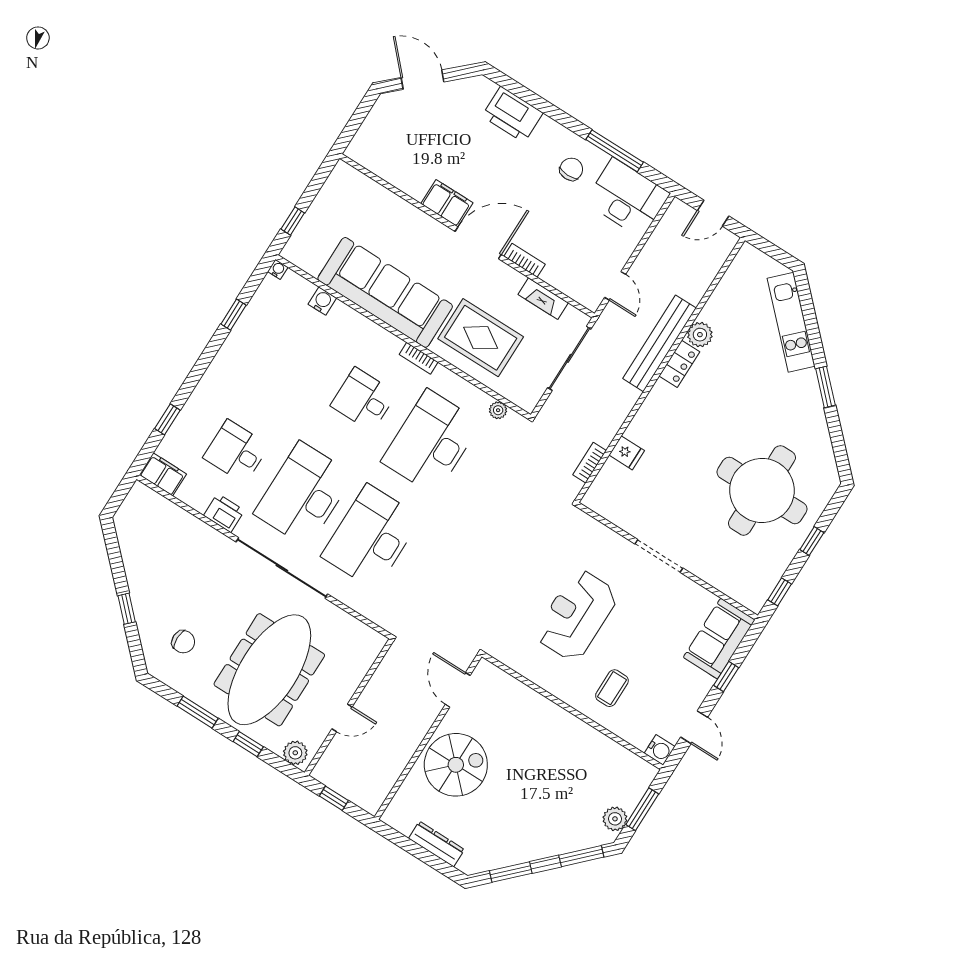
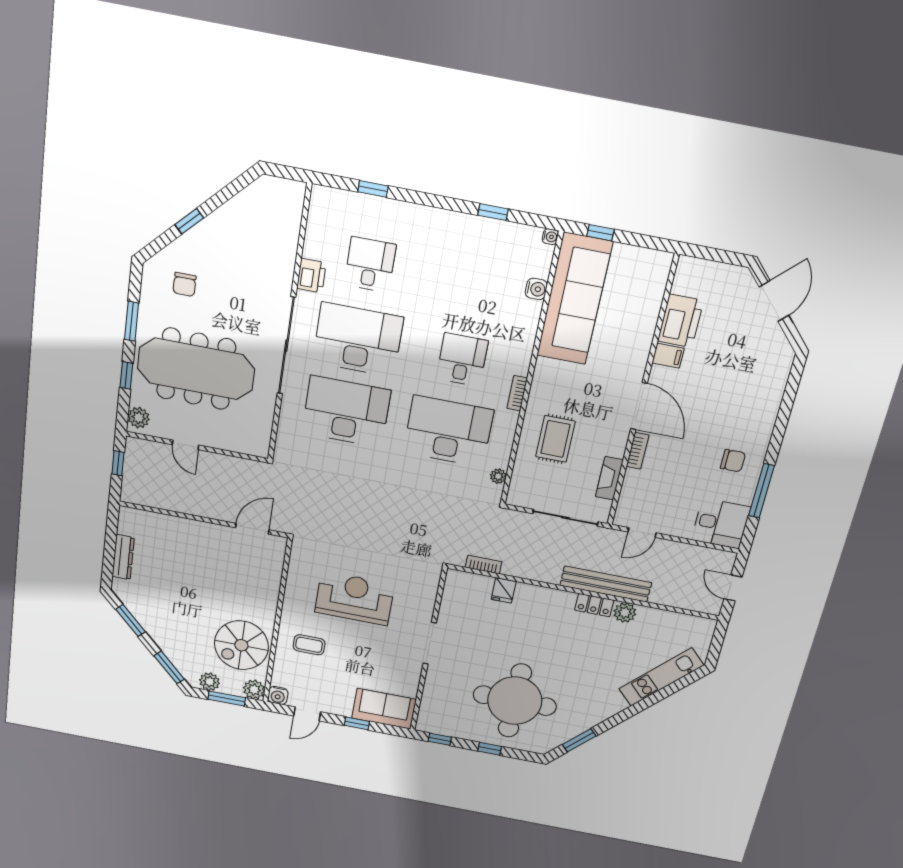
printer: (512, 114) -> (681, 321), moved, turned 180
desk: (627, 198) -> (721, 523), width x0.73
filing cabinet: (447, 203) -> (668, 356), width x0.50
sofa: (385, 292) -> (574, 299), moved
rug: (481, 338) -> (555, 439), width x0.73, depth x0.70
window: (825, 387) -> (579, 740), moved
filing cabinet: (163, 474) -> (322, 205), removed
spiral stairs: (456, 765) -> (241, 645), moved, turned 90
plant: (643, 773) -> (254, 690), added

